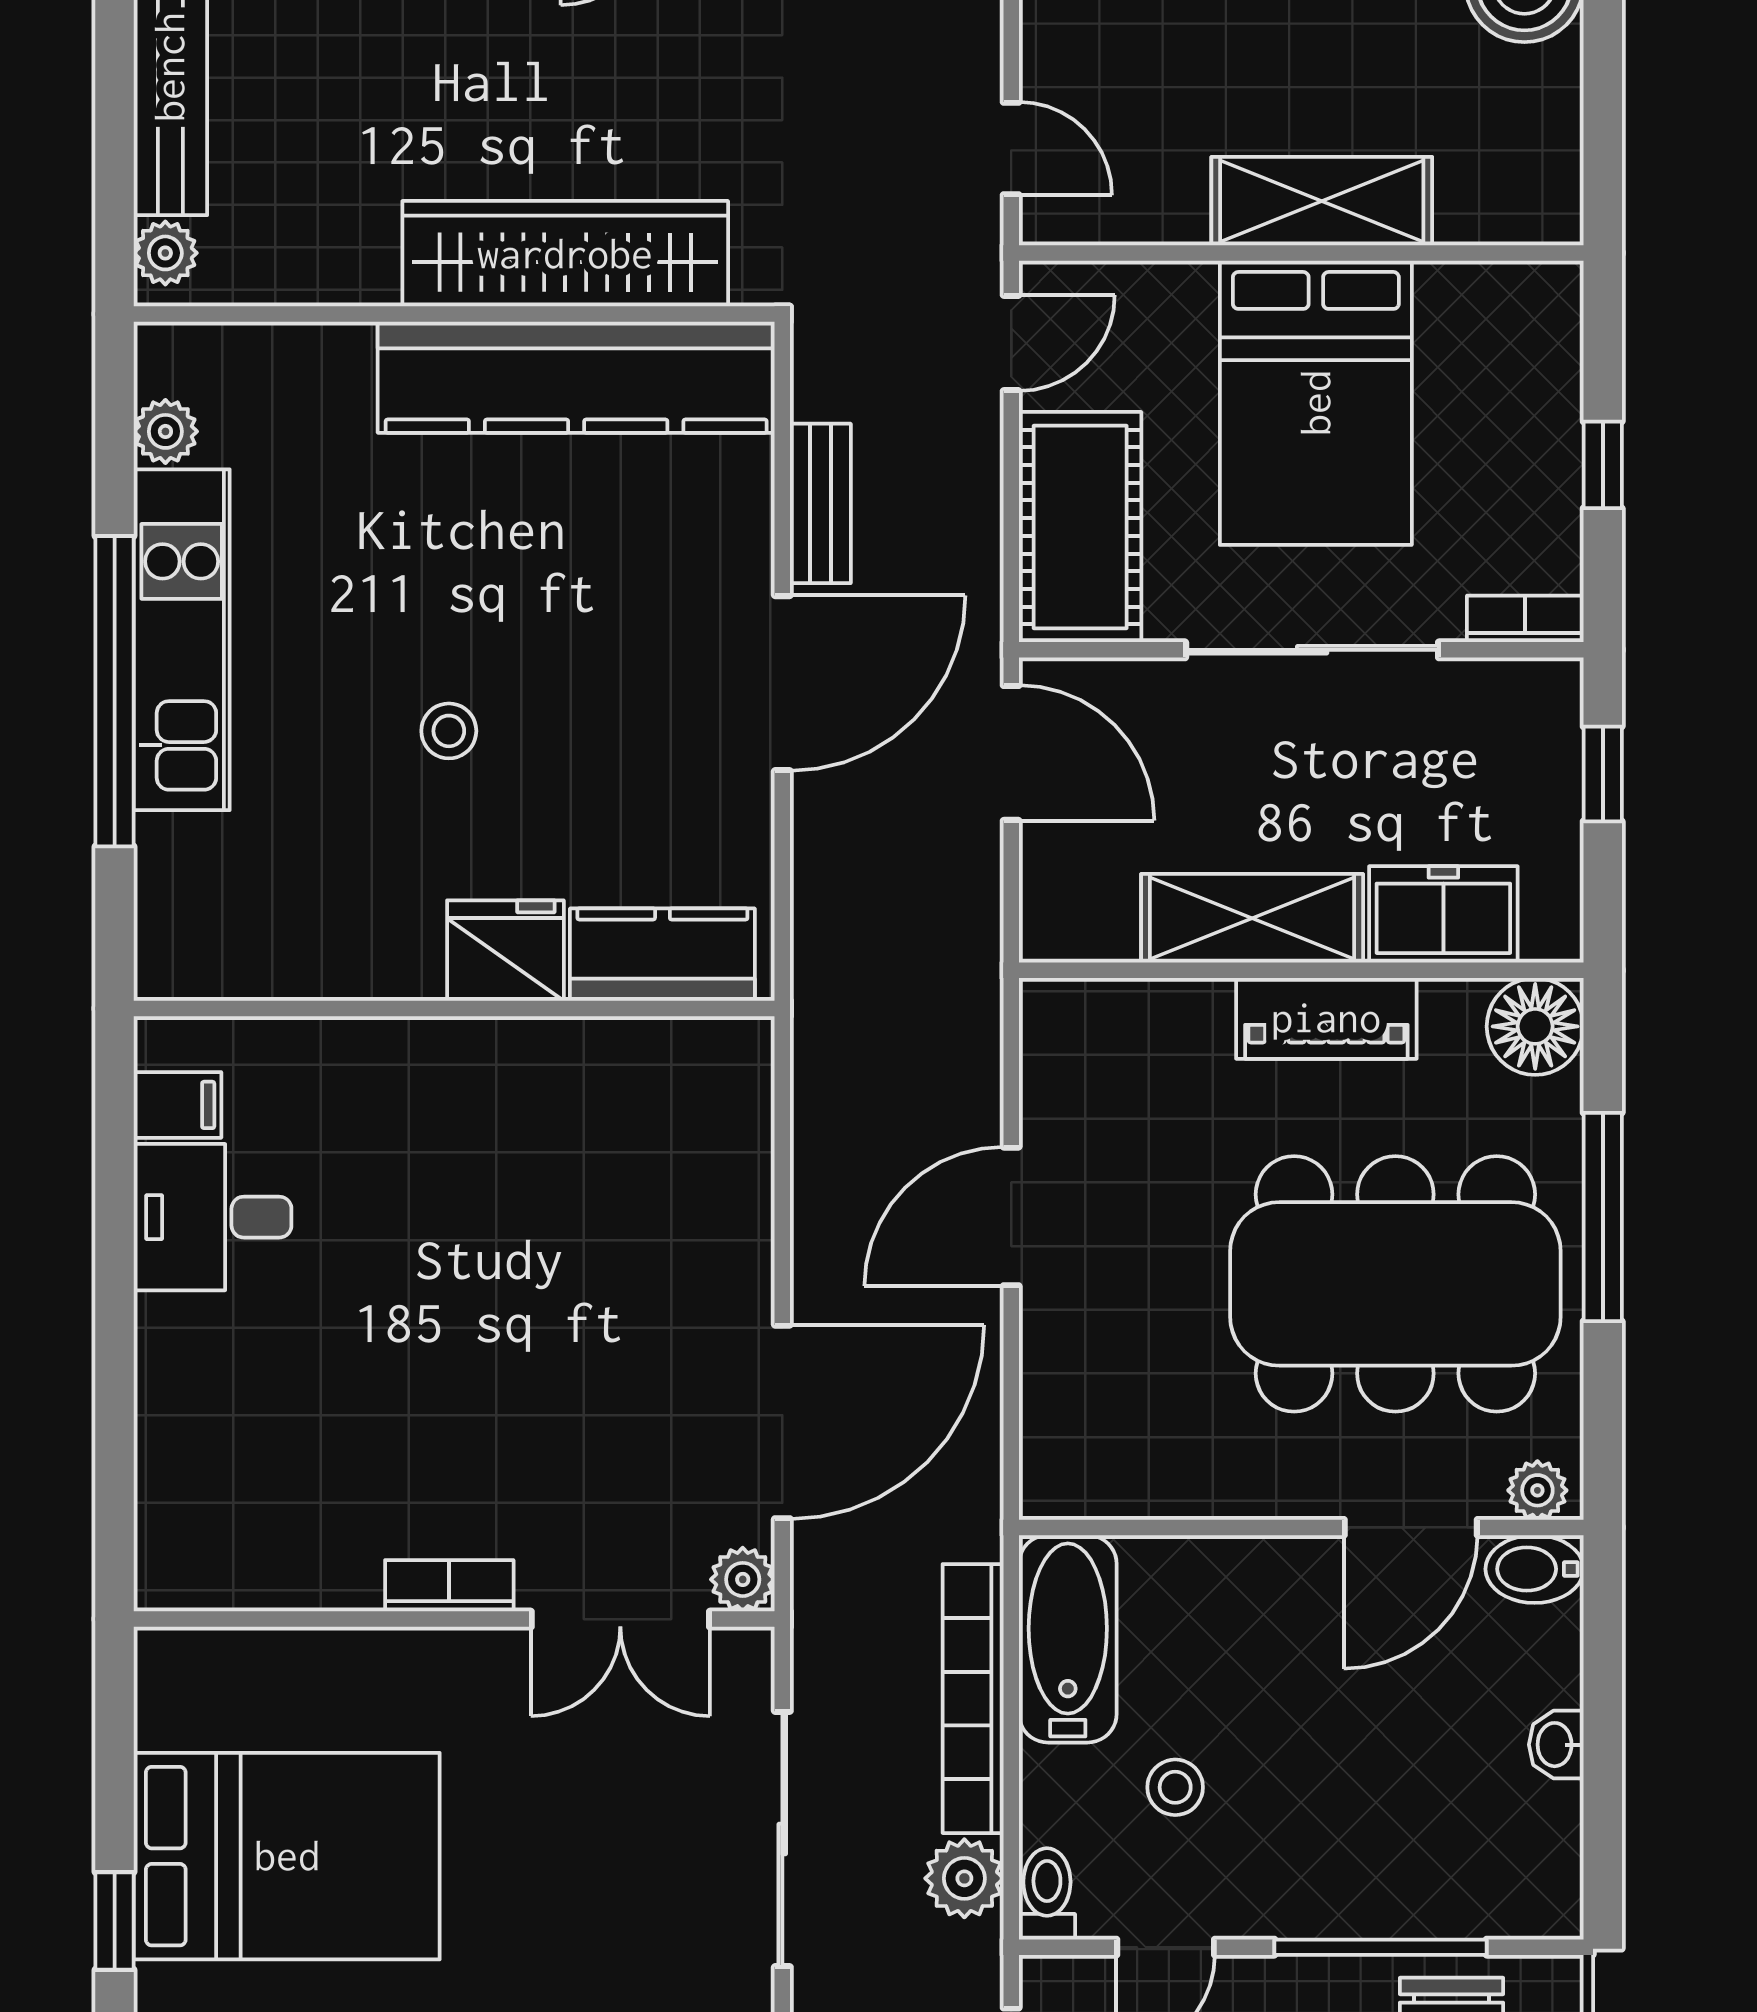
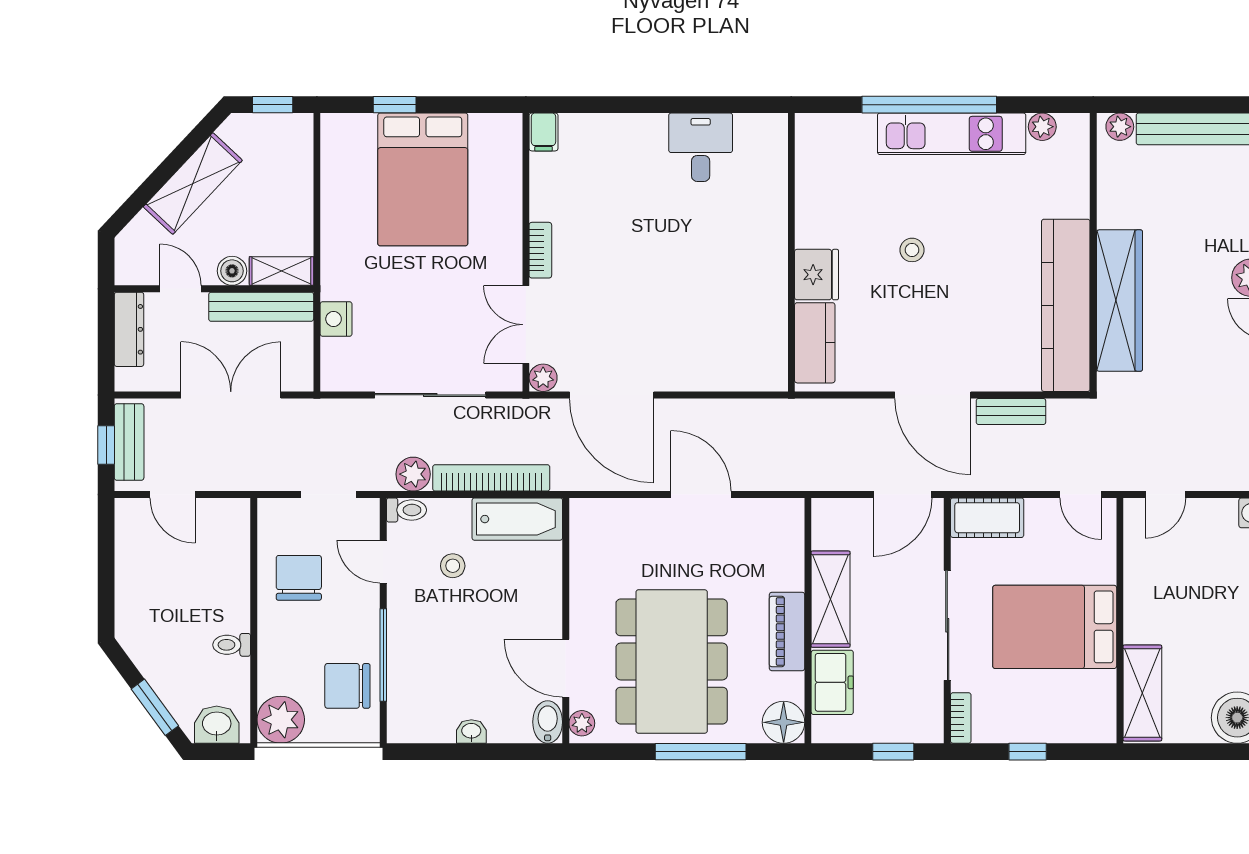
shelving: (1322, 201) -> (1142, 693), moved
cot: (1080, 527) -> (987, 518), width x0.73, depth x0.75
filing cabinet: (177, 1105) -> (543, 132), moved

